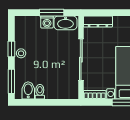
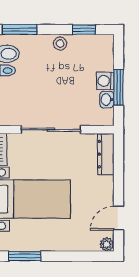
washbasin: (65, 23) -> (107, 100), width x0.52, depth x0.69
window: (11, 49) -> (84, 30), moved

